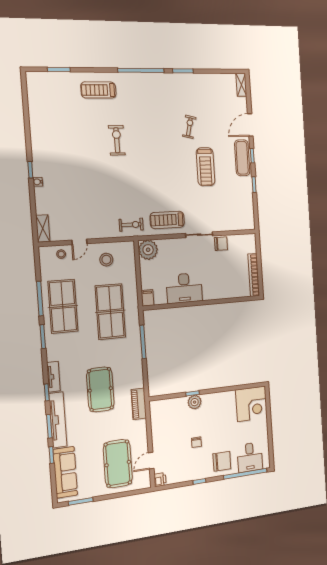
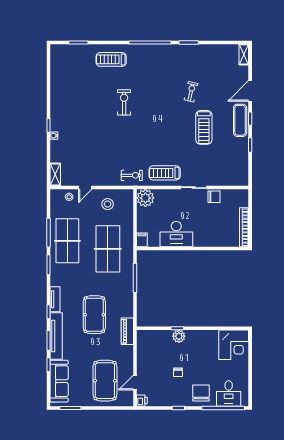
chair: (222, 461) -> (201, 393), turned -90

